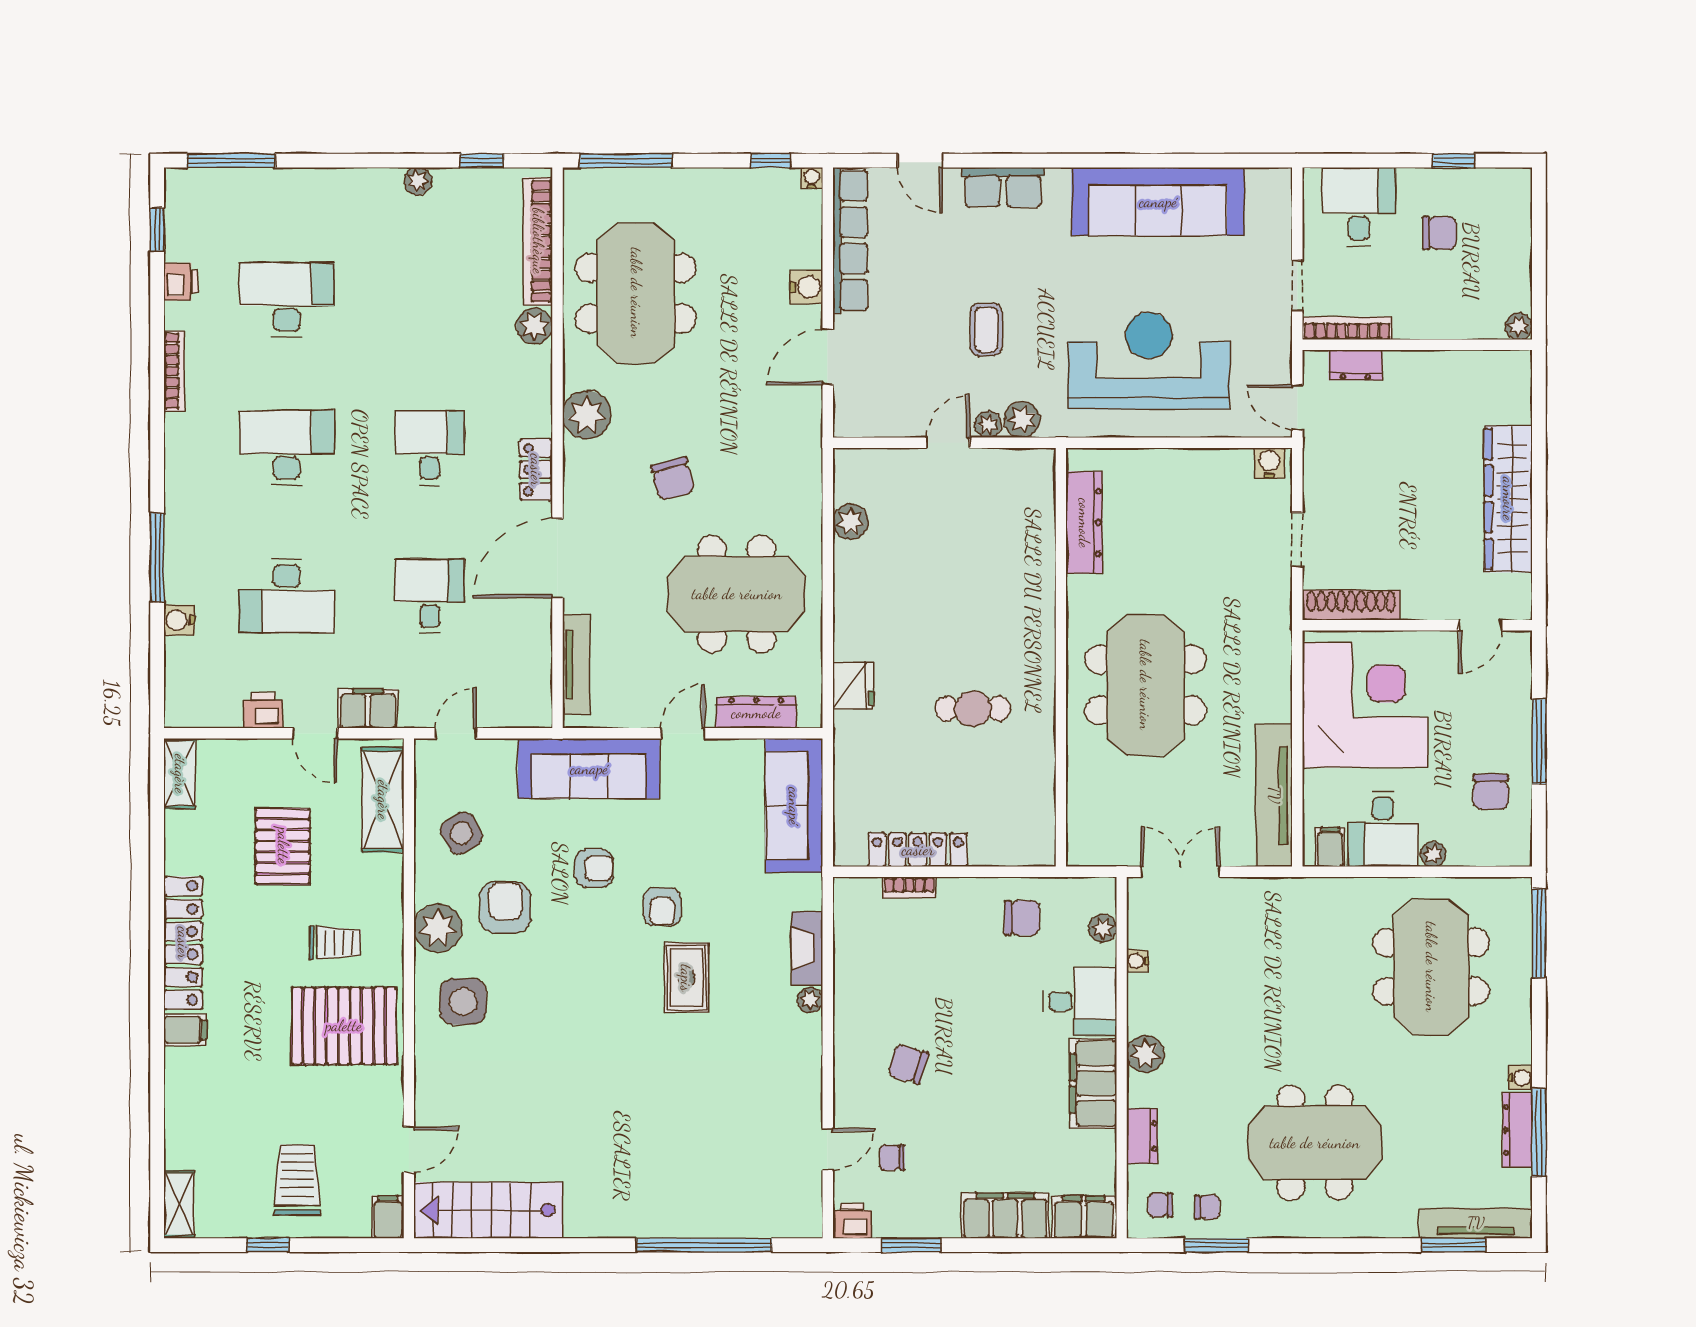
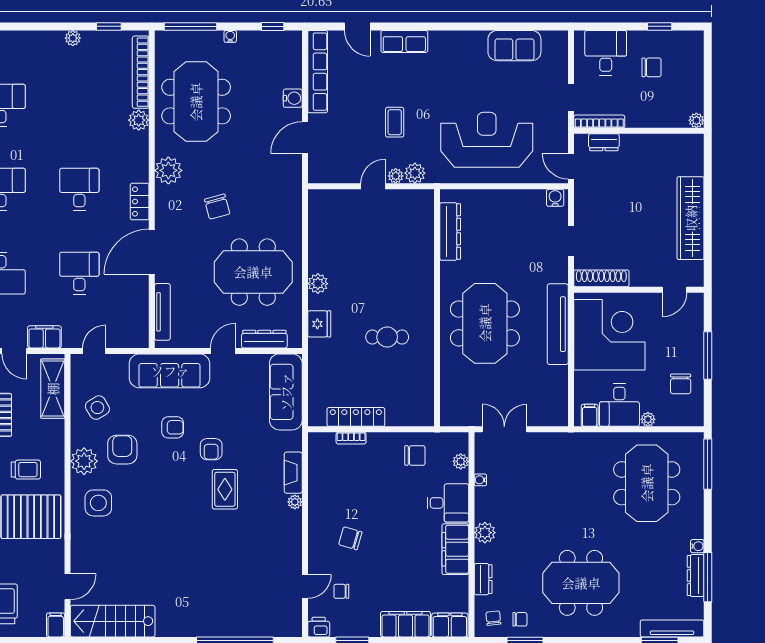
water cooler: (812, 178) -> (230, 36), moved
sofa: (1158, 202) -> (514, 46), width x0.54, depth x0.79
plant: (851, 522) -> (318, 284), moved
tv unit: (1274, 795) -> (558, 324), moved
chair: (1160, 1205) -> (493, 618), turned 84

